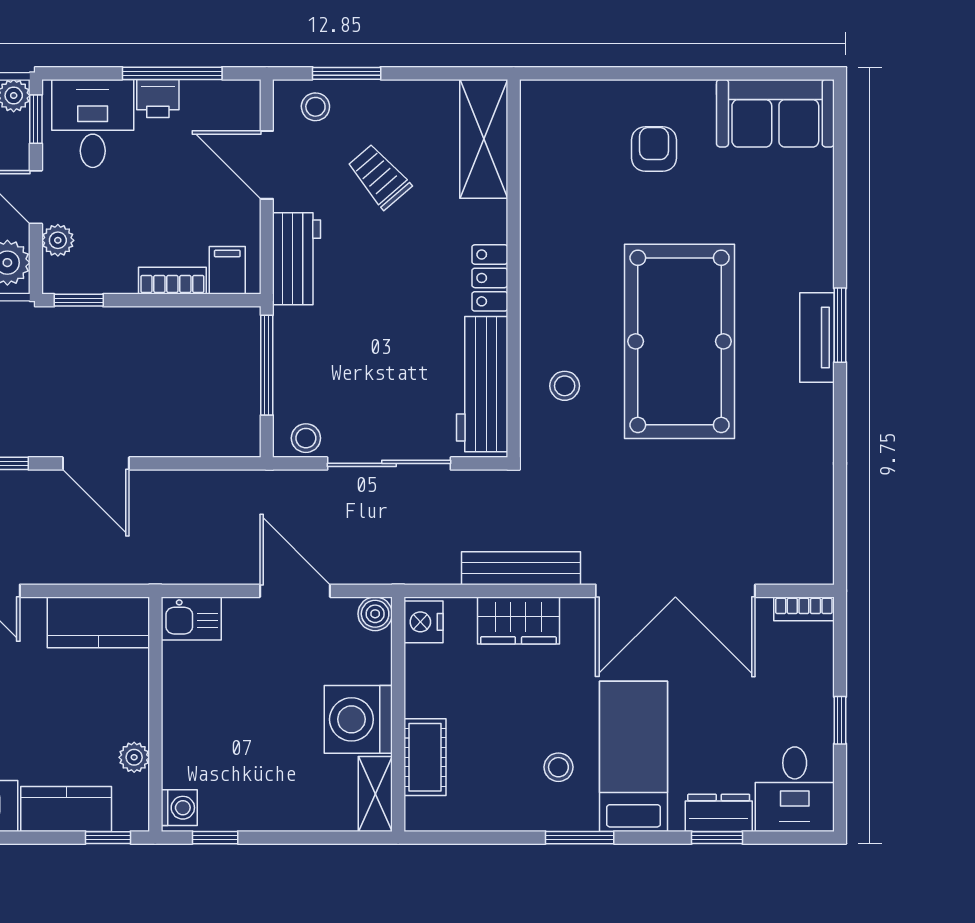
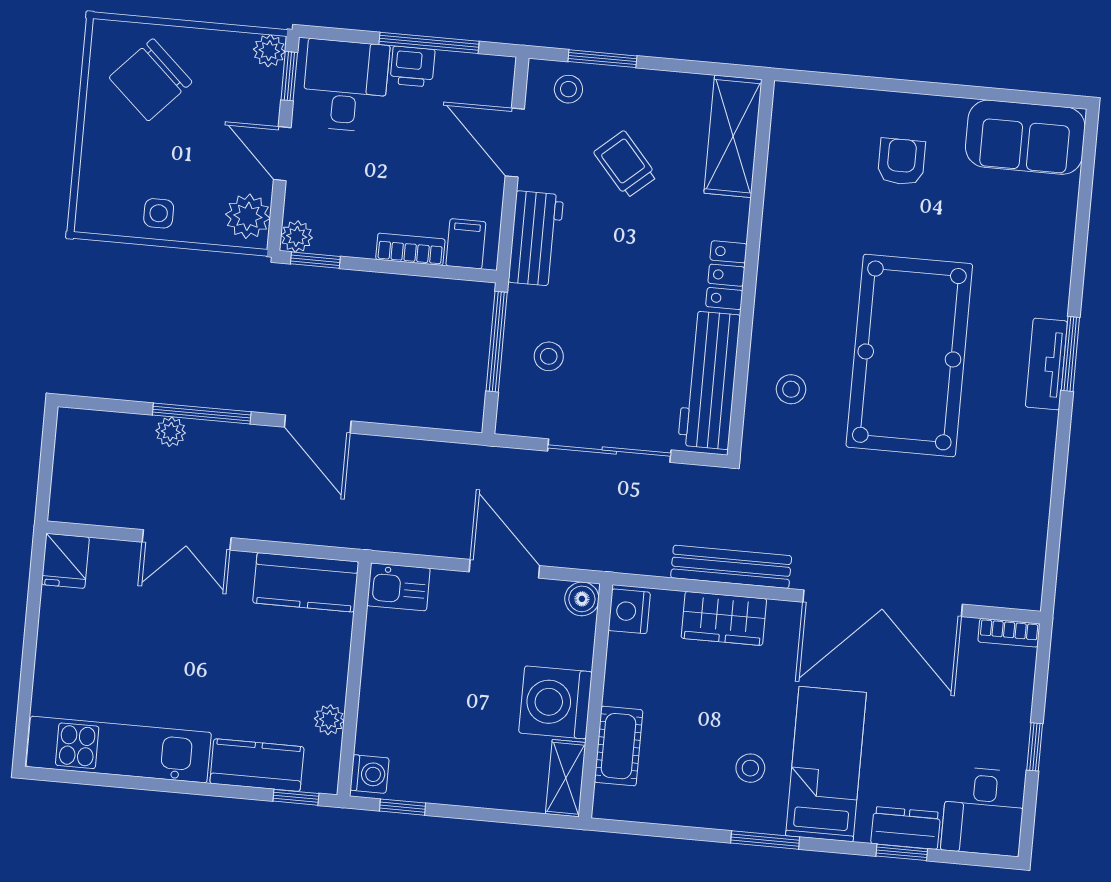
plant: (58, 240) -> (297, 236), moved
stool: (306, 438) -> (549, 356), moved

